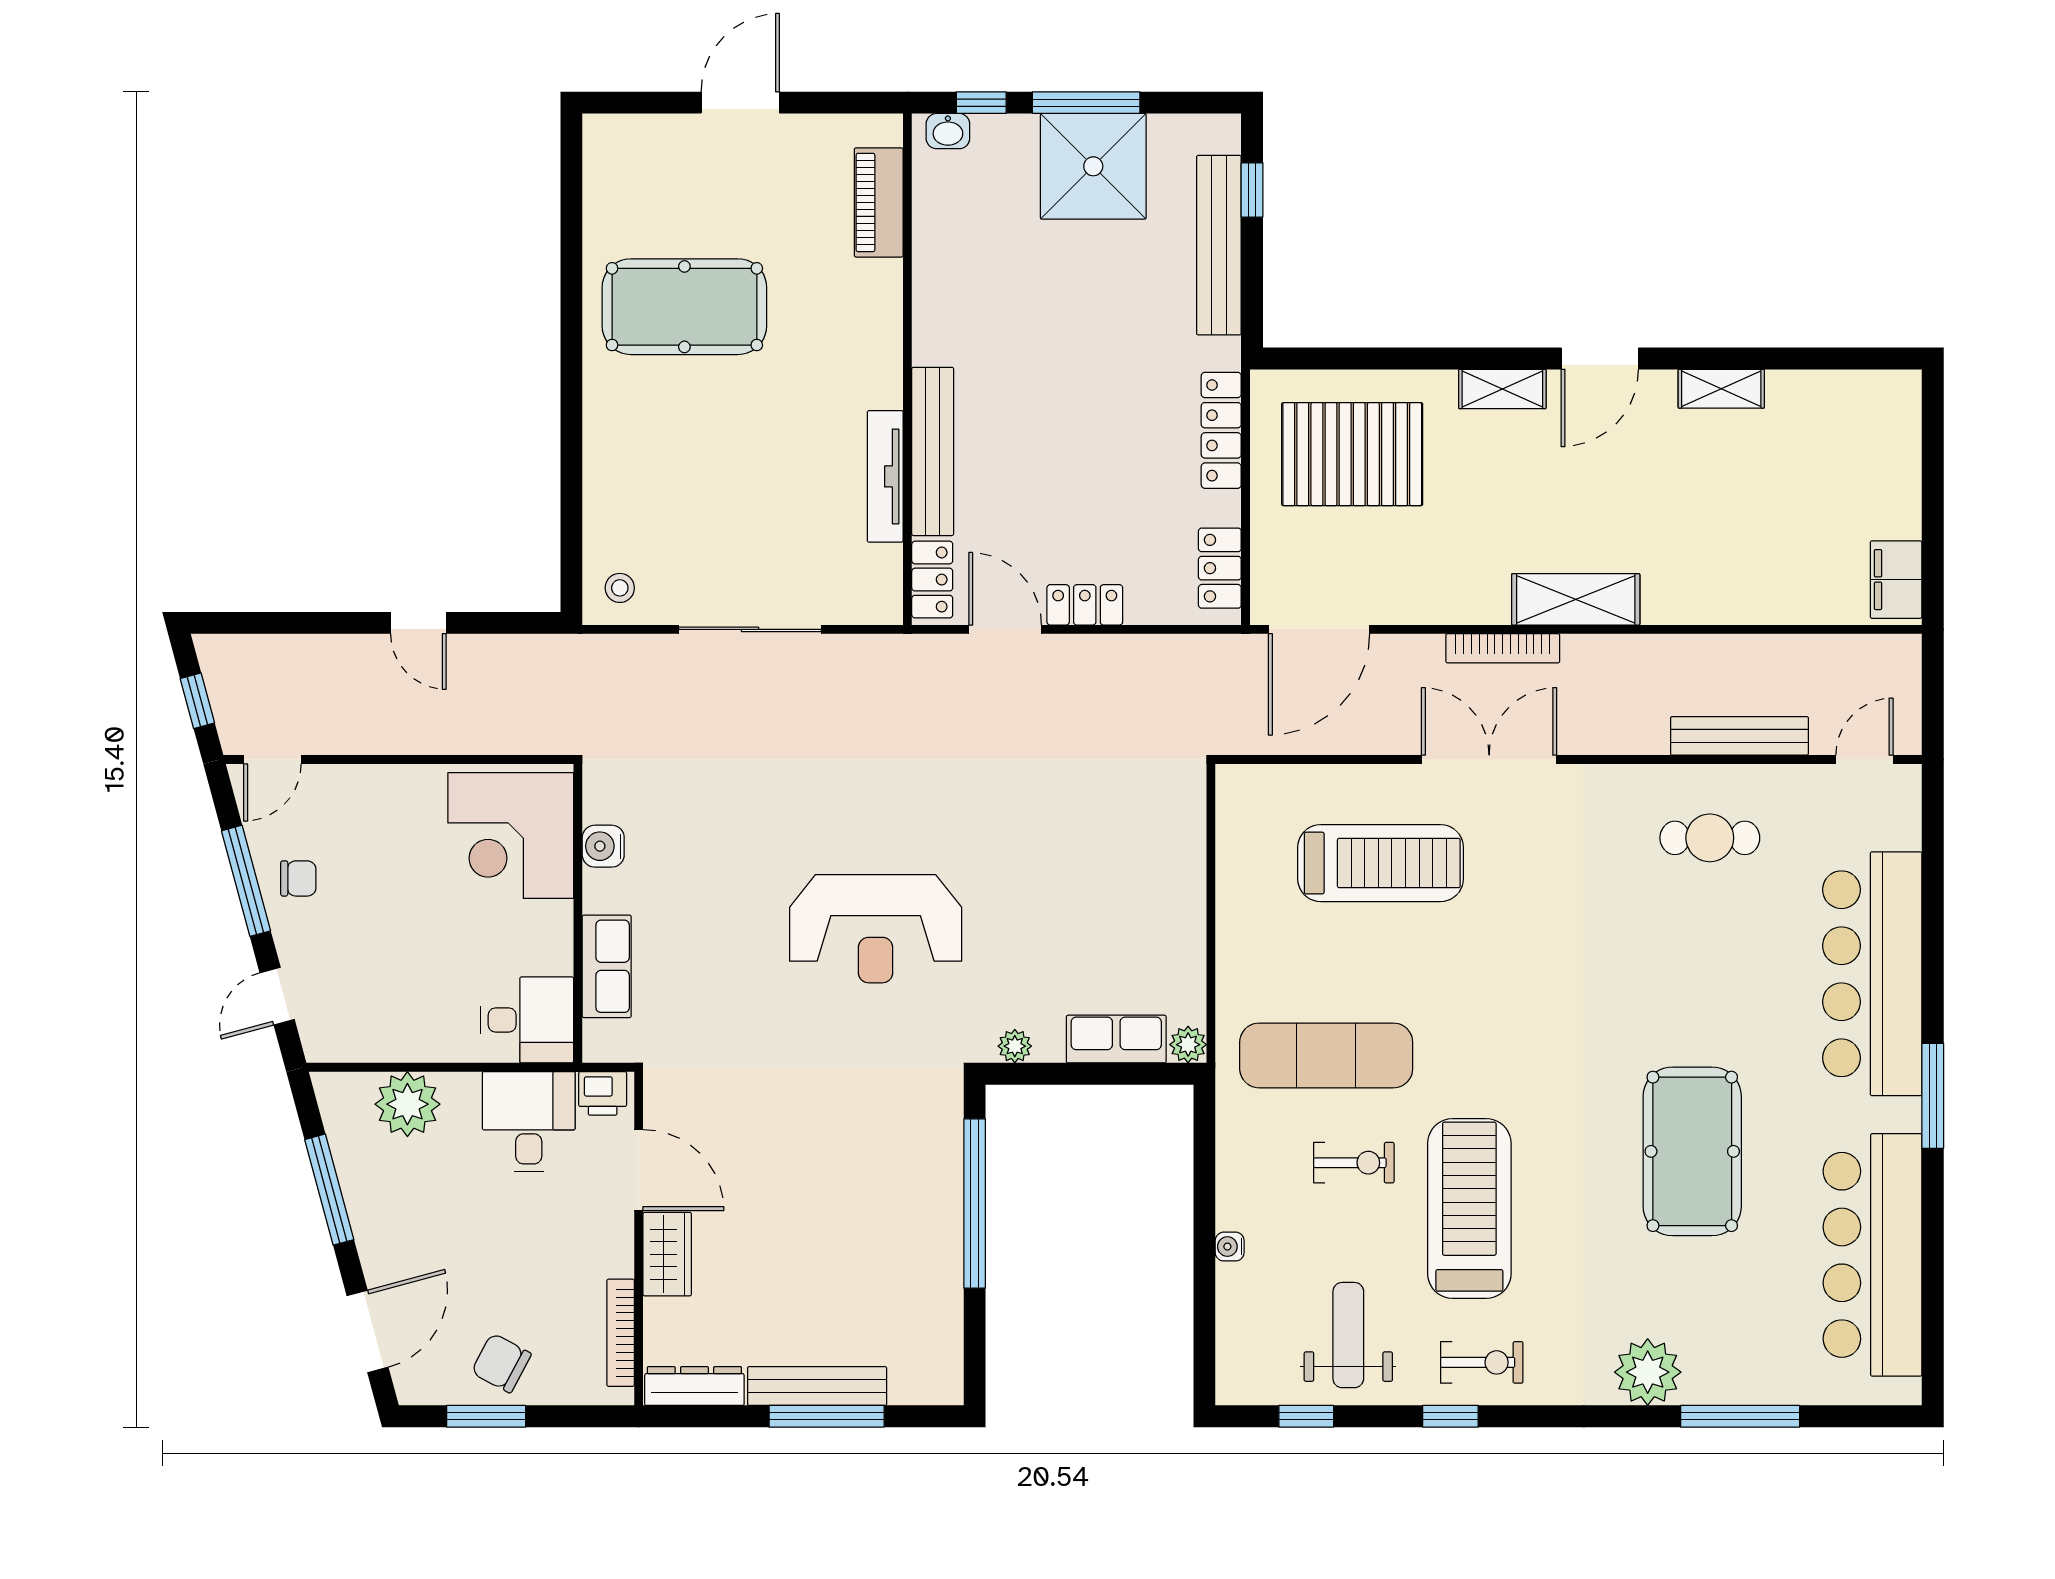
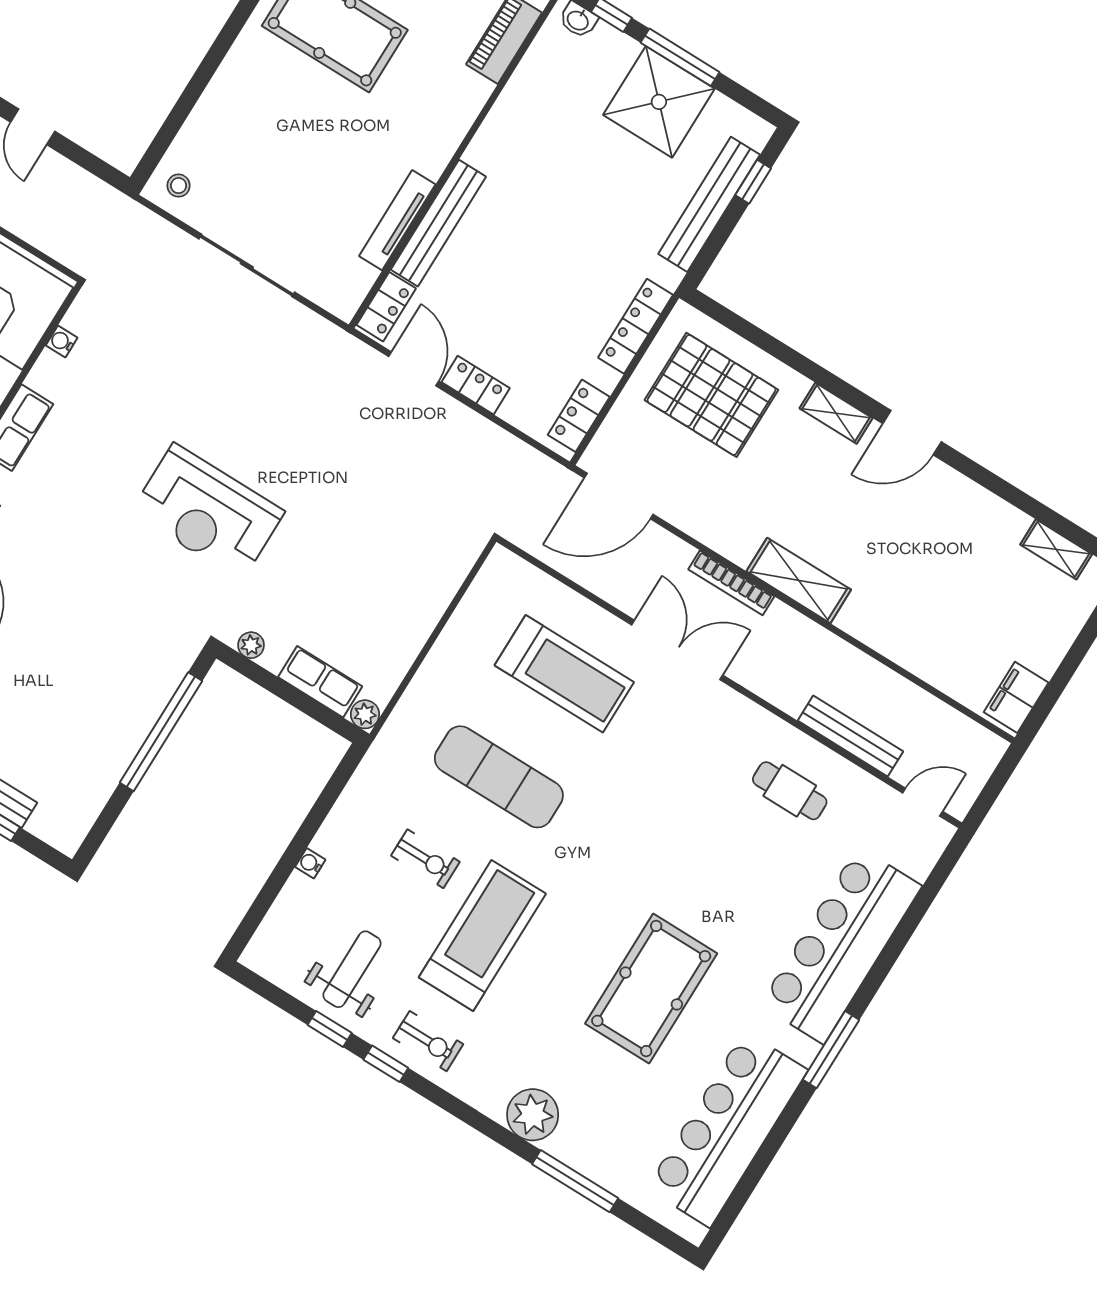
shelving: (1721, 389) -> (1056, 549), moved
water cooler: (603, 846) -> (62, 341), width x0.72, depth x0.72
exercise mat: (1326, 1055) -> (499, 777), moved
window: (1306, 1416) -> (330, 1029), moved

